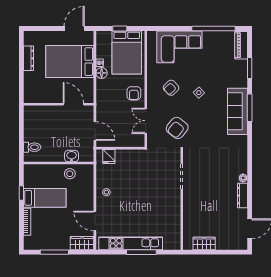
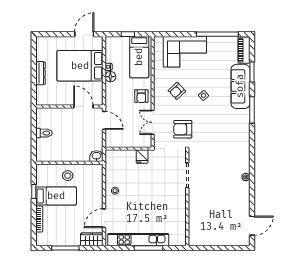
bed: (127, 52) -> (139, 57), width x0.67
dresser: (29, 58) -> (41, 73), moved
sofa: (238, 111) -> (240, 86), moved
armchair: (177, 128) -> (183, 129), turned 51
door: (95, 131) -> (104, 120), moved
toilet: (32, 147) -> (44, 133), moved
washbasin: (72, 156) -> (96, 156), moved
fridge: (109, 157) -> (142, 157), moved
stool: (70, 174) -> (68, 176), moved
dresser: (243, 196) -> (245, 194), removed
door: (95, 221) -> (104, 218), hinge flipped
wardrobe: (204, 243) -> (208, 240), removed

